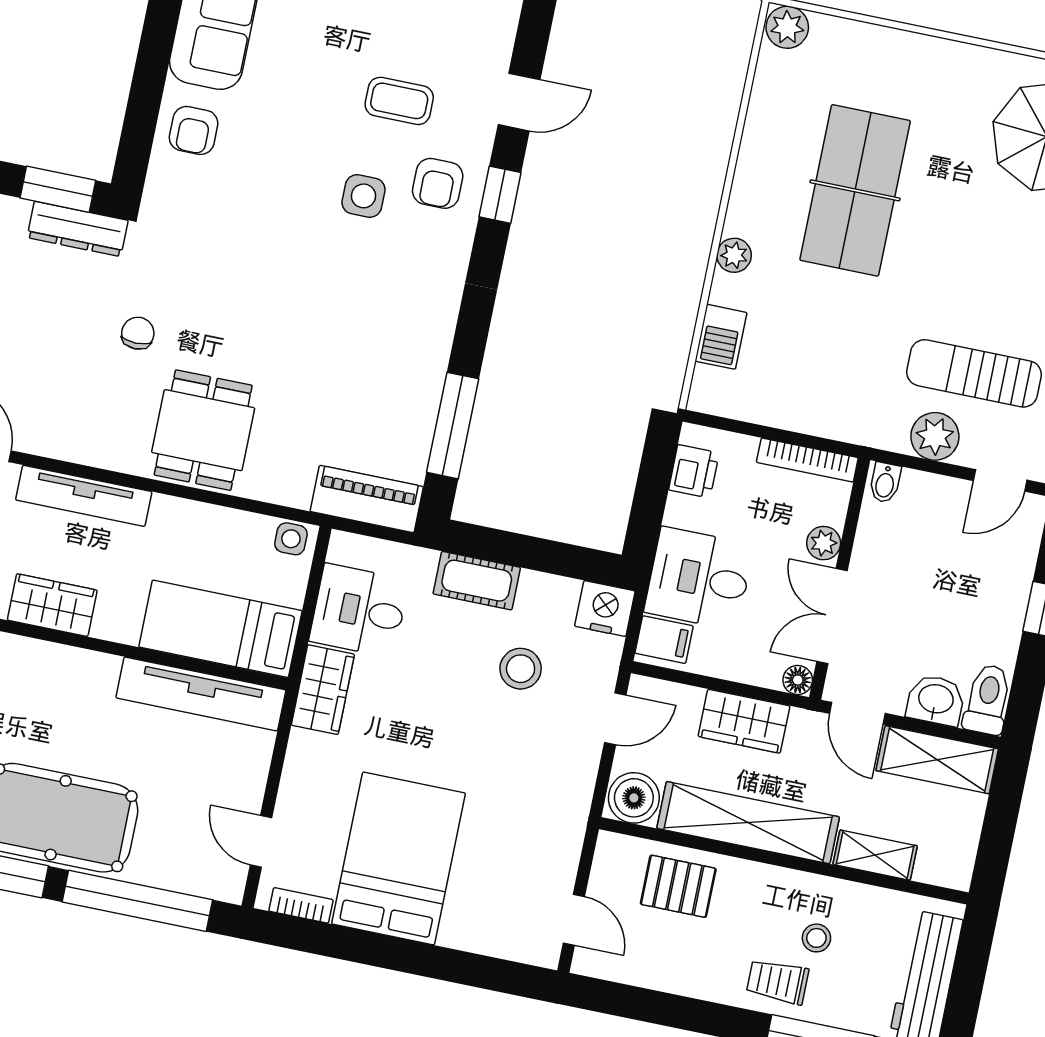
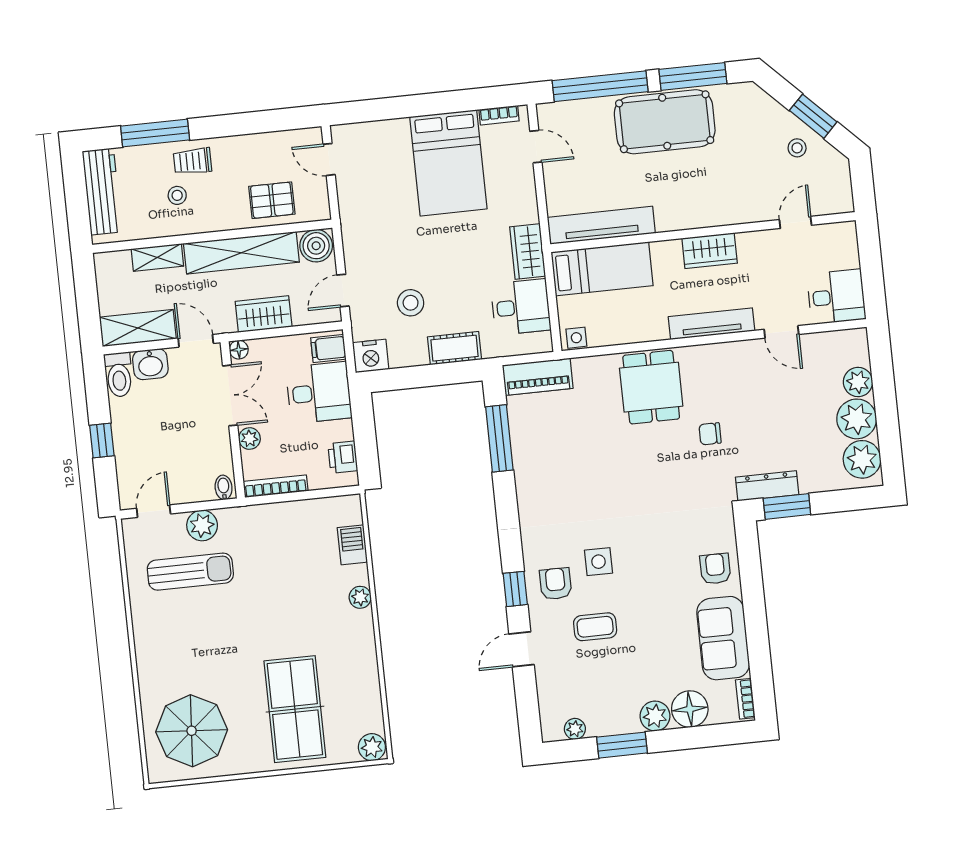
table tennis table: (855, 190) -> (295, 709), moved
chair: (138, 333) -> (710, 434), turned 90
trolley: (778, 982) -> (192, 161), turned 180

